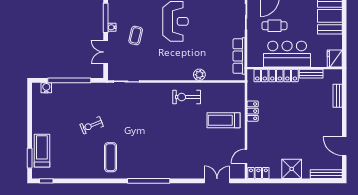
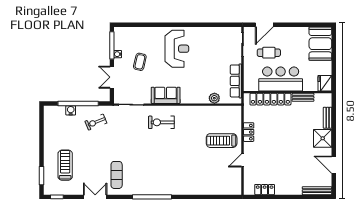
sofa: (163, 72) -> (166, 95), added
plant: (199, 75) -> (214, 98), moved
water cooler: (46, 88) -> (71, 110), moved
exercise bike: (187, 97) -> (161, 122), moved
exercise bike: (92, 125) -> (96, 122), moved
treadmill: (42, 151) -> (65, 165), moved
door: (246, 156) -> (243, 160), moved
shower: (292, 169) -> (323, 138), moved
locker: (258, 173) -> (265, 190), moved
double door: (217, 181) -> (95, 197), moved

